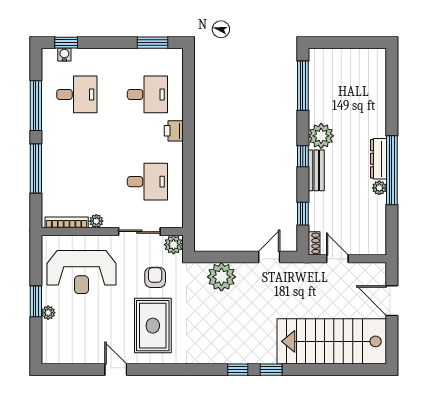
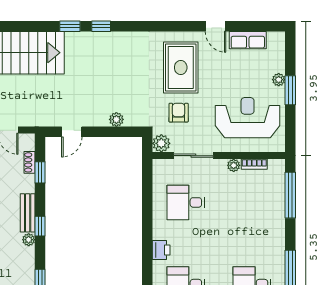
plant: (321, 136) -> (29, 240), width x0.53, depth x0.53
window: (36, 169) -> (290, 195), moved
bookcase: (67, 222) -> (254, 164), width x0.64
shoe rack: (314, 243) -> (30, 162), moved
armchair: (155, 277) -> (179, 113), turned 180
plant: (221, 277) -> (116, 119), width x0.53, depth x0.53
row of seats: (81, 355) -> (248, 40), added

